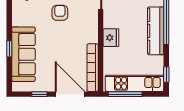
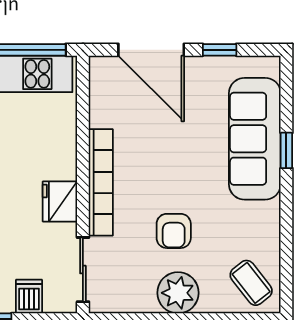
fridge: (111, 38) -> (60, 201), moved
bookcase: (93, 68) -> (101, 182), moved

